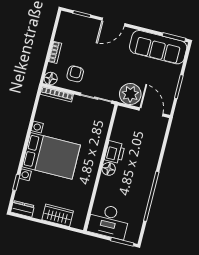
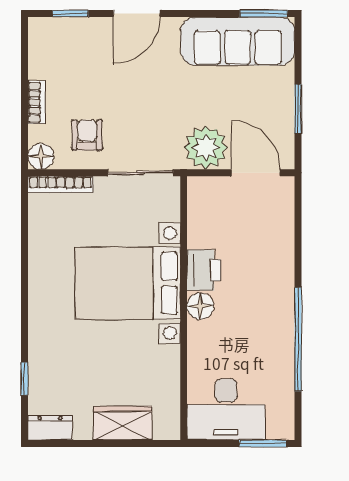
bed with nightstands: (51, 156) -> (128, 283), moved, turned 180

